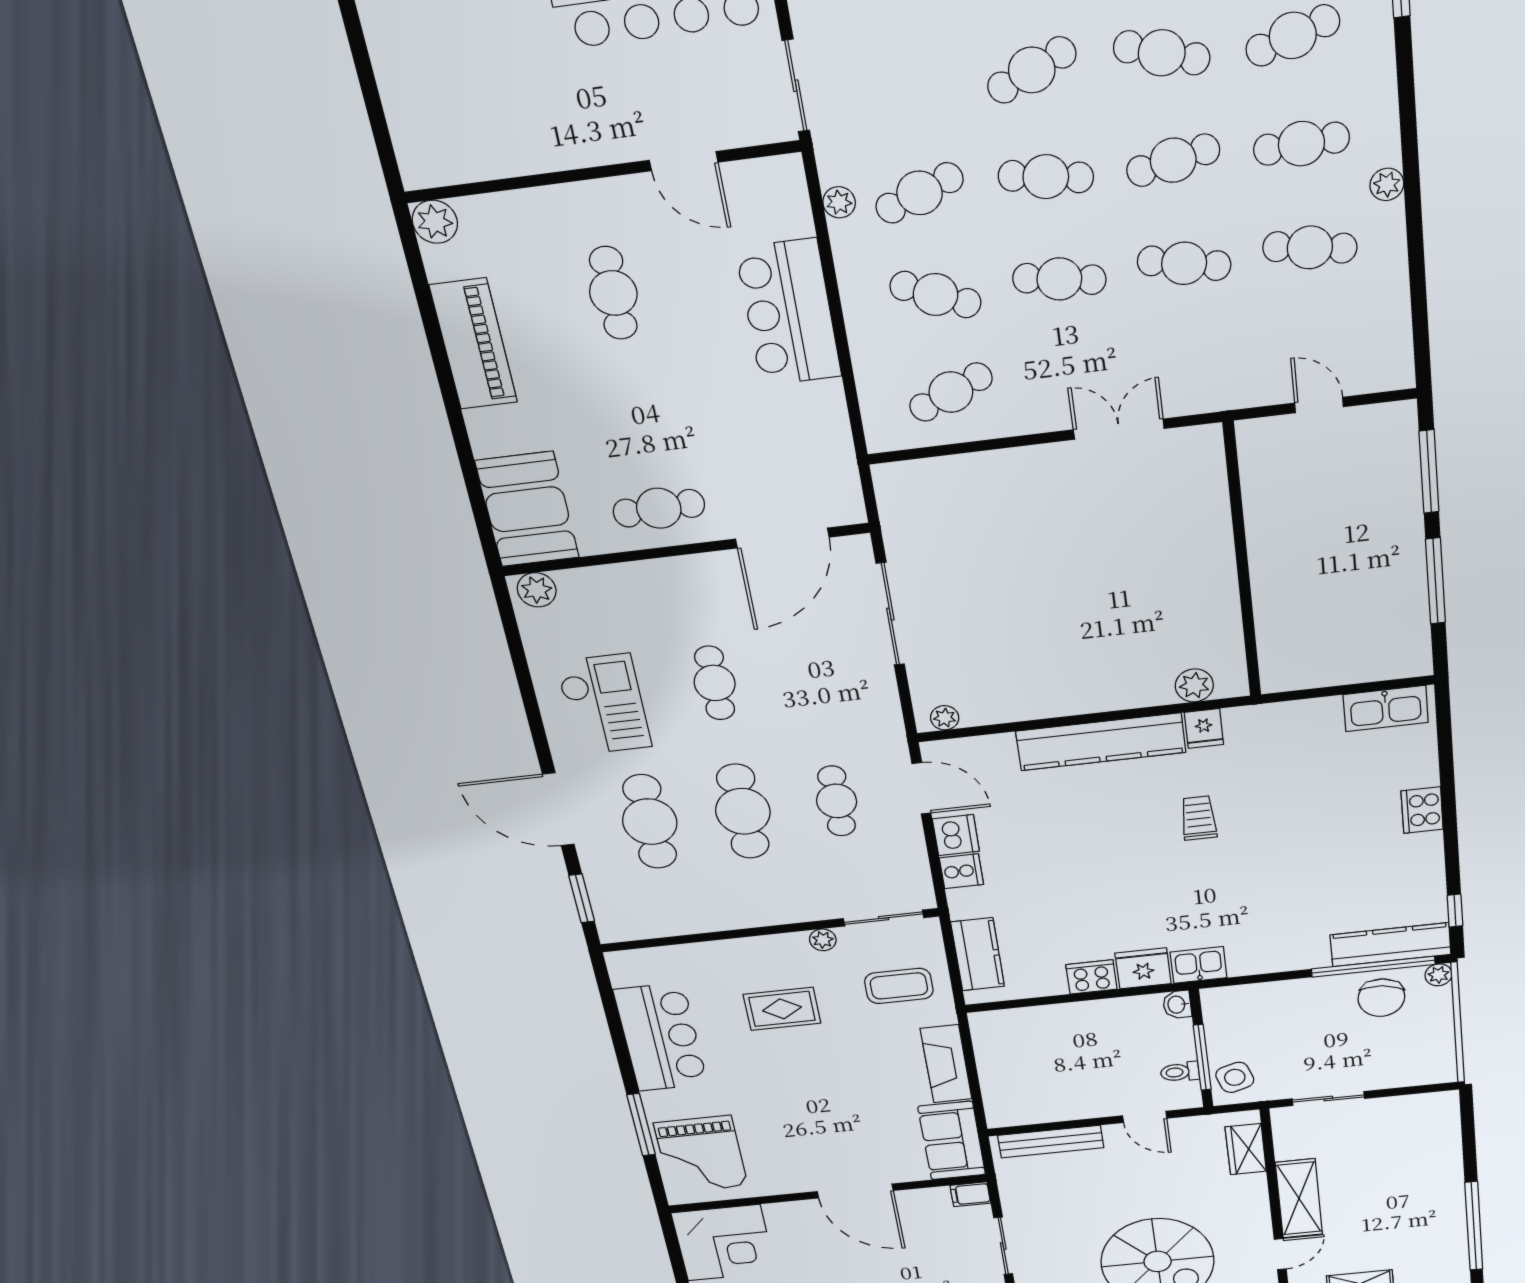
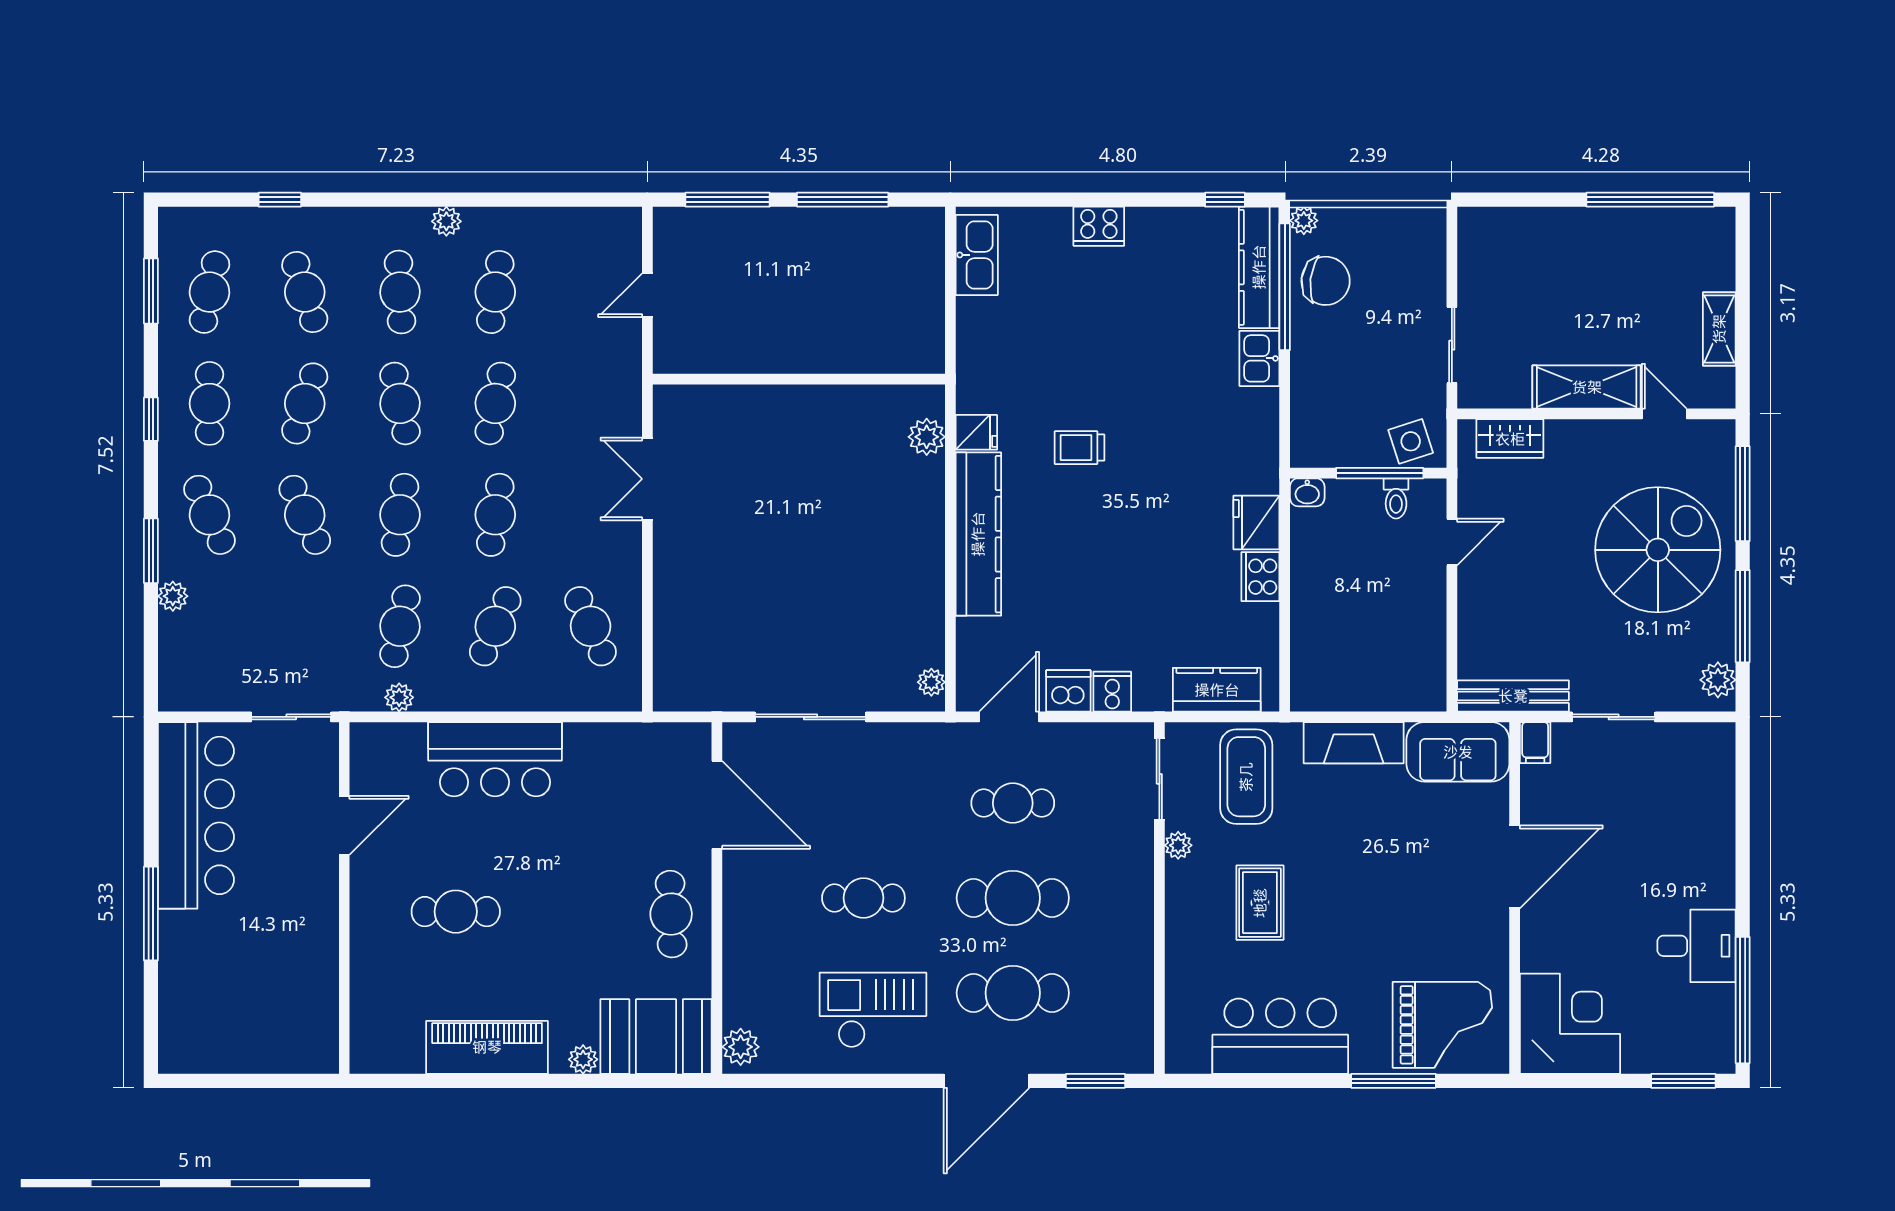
cafe table: (919, 193) -> (400, 626), turned 33
plant: (435, 222) -> (583, 1059), moved, width x0.73, depth x0.73
kitchen sink: (1198, 965) -> (1259, 358), moved
coffee table: (899, 986) -> (1246, 777), width x1.36, depth x1.32
bench: (1051, 1142) -> (1513, 696), moved, turned 90

